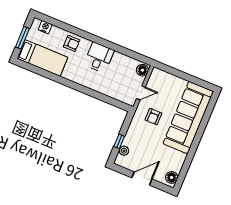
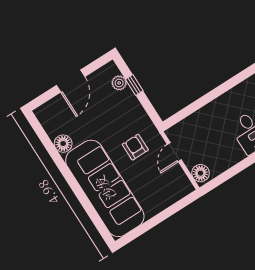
floor lamp: (172, 177) -> (63, 144), moved

